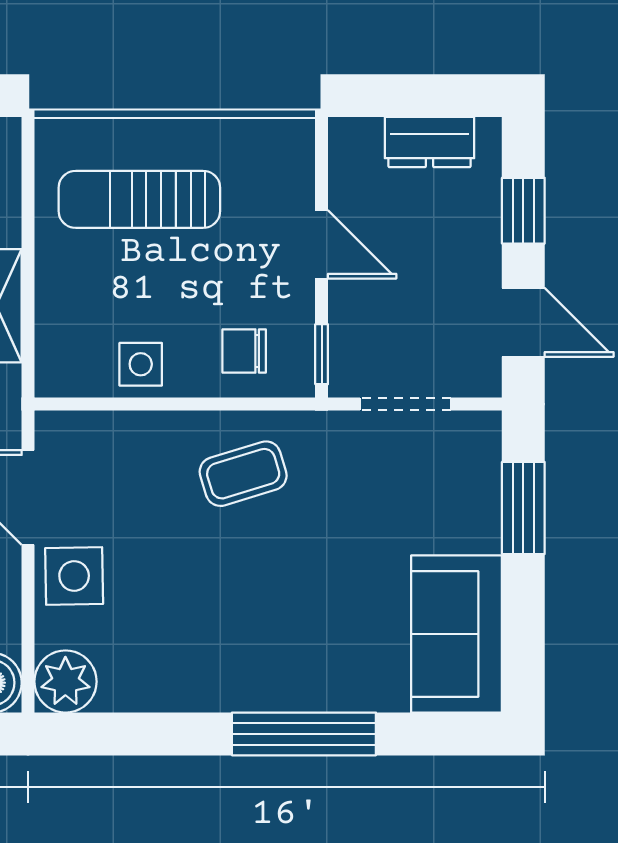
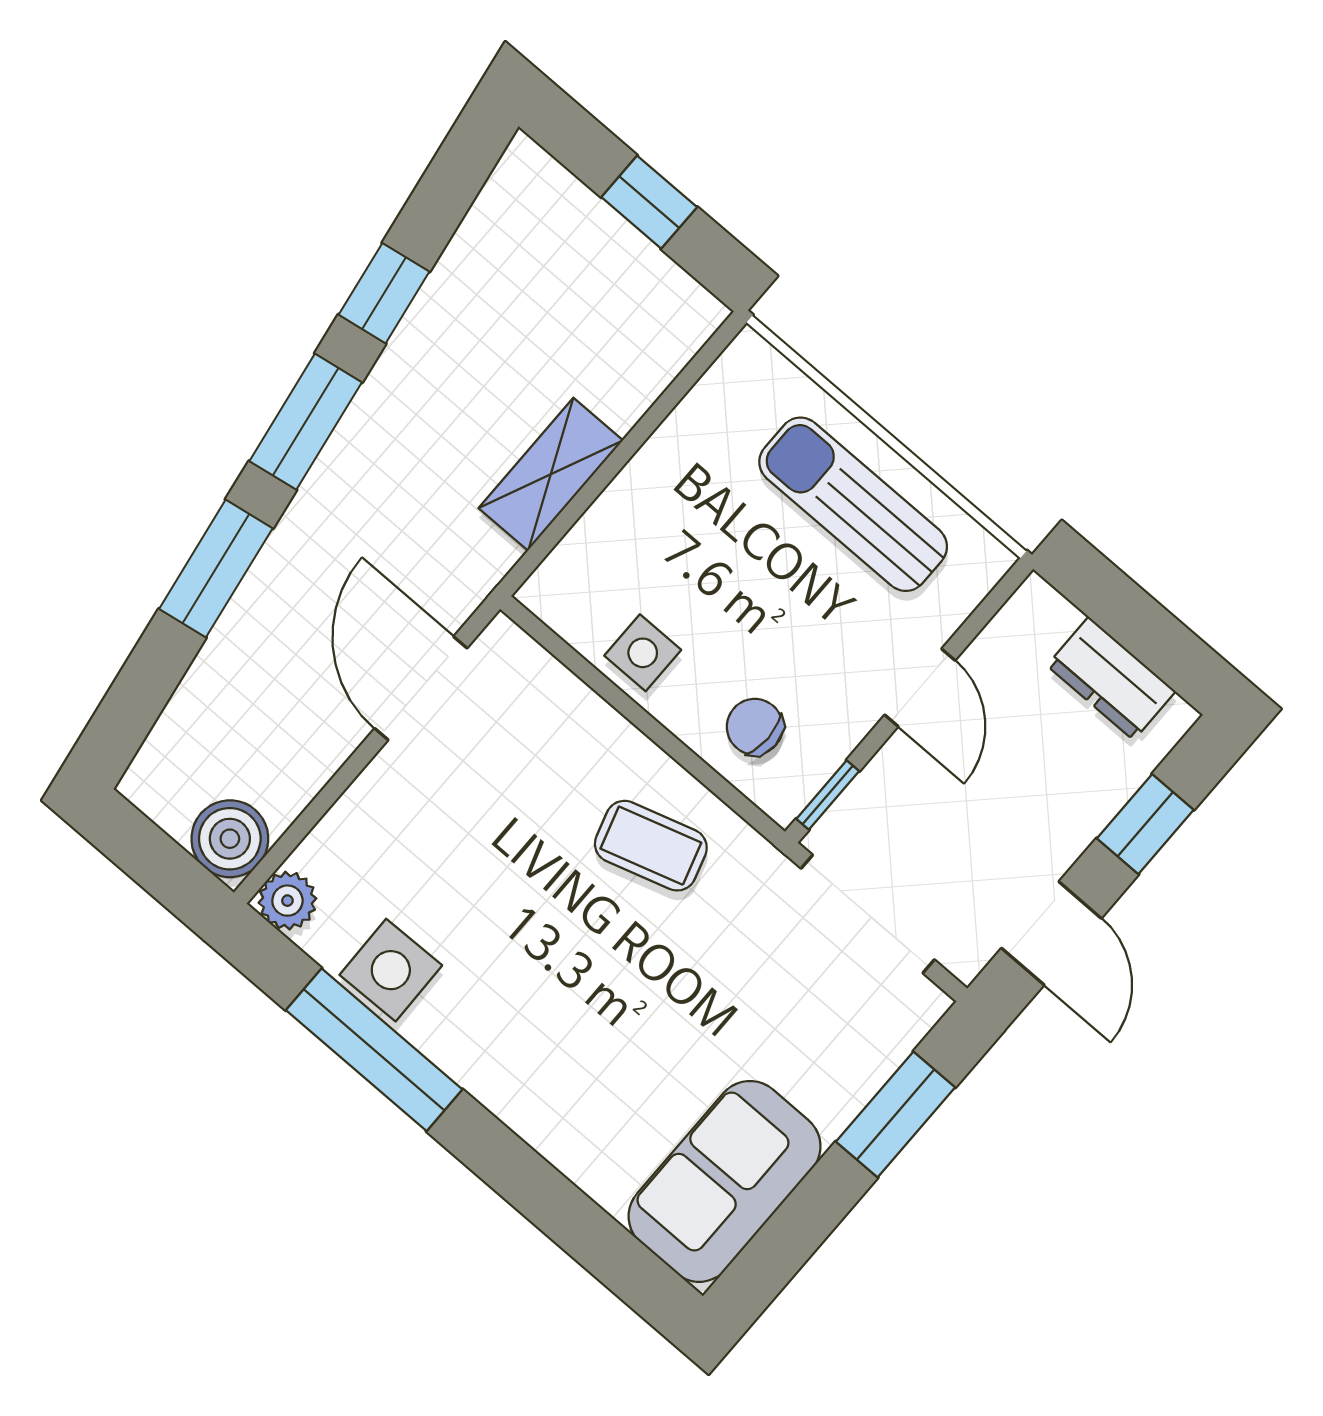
sun lounger: (139, 199) -> (853, 504), moved
doorway: (405, 404) -> (868, 914), width x1.38
side table: (74, 576) -> (391, 970), moved
plant: (65, 682) -> (287, 901), width x0.73, depth x0.73
window: (304, 734) -> (374, 1050), moved

